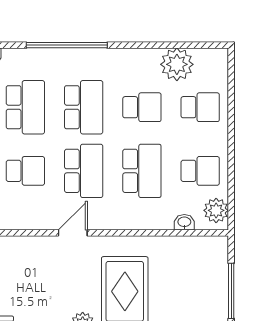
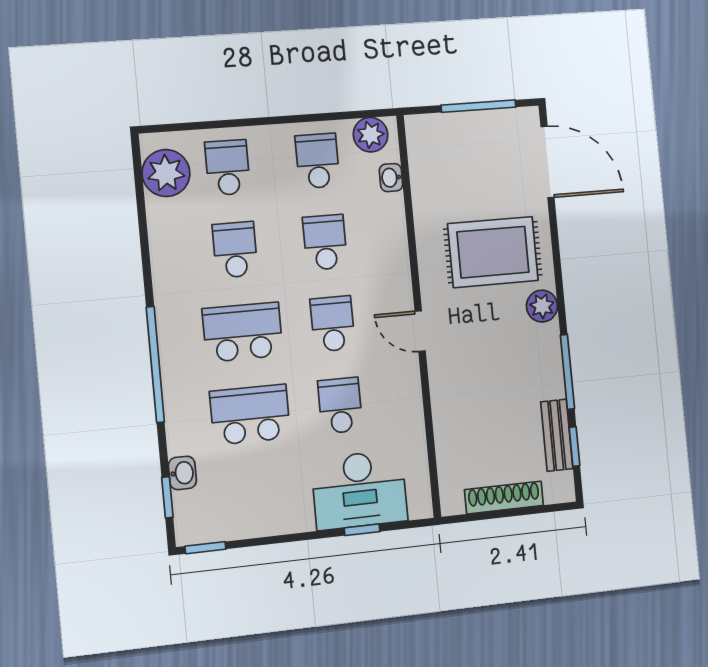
plant: (177, 64) -> (166, 173), moved
school desk: (84, 171) -> (333, 324), width x0.54
school desk: (142, 171) -> (325, 242), width x0.54

